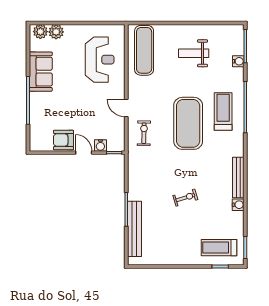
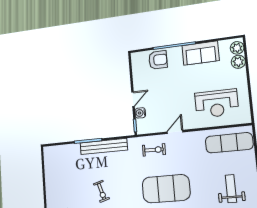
armchair: (63, 140) -> (158, 60), moved, turned 90
bench: (134, 229) -> (104, 146), moved

